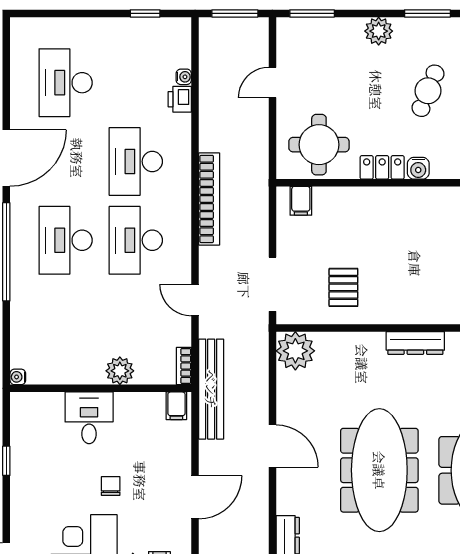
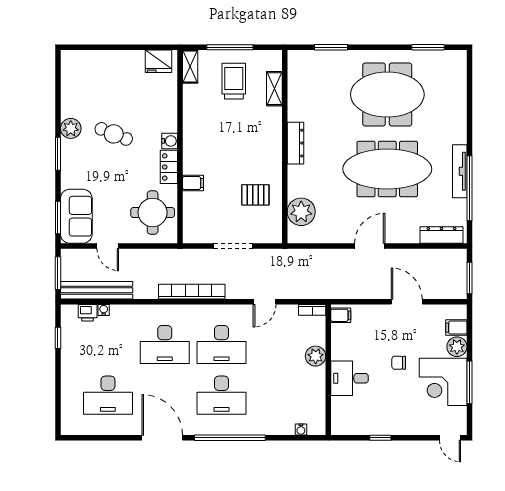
window: (427, 13) -> (58, 154), moved
plant: (379, 31) -> (71, 128), moved
sofa: (314, 39) -> (76, 216), added
printer: (180, 99) -> (88, 313), moved
filing cabinet: (301, 201) -> (193, 183), moved
doorway: (272, 284) -> (233, 246), moved
plant: (295, 351) -> (301, 212), moved
water cooler: (18, 377) -> (301, 430), moved
bench: (211, 389) -> (97, 290), moved

